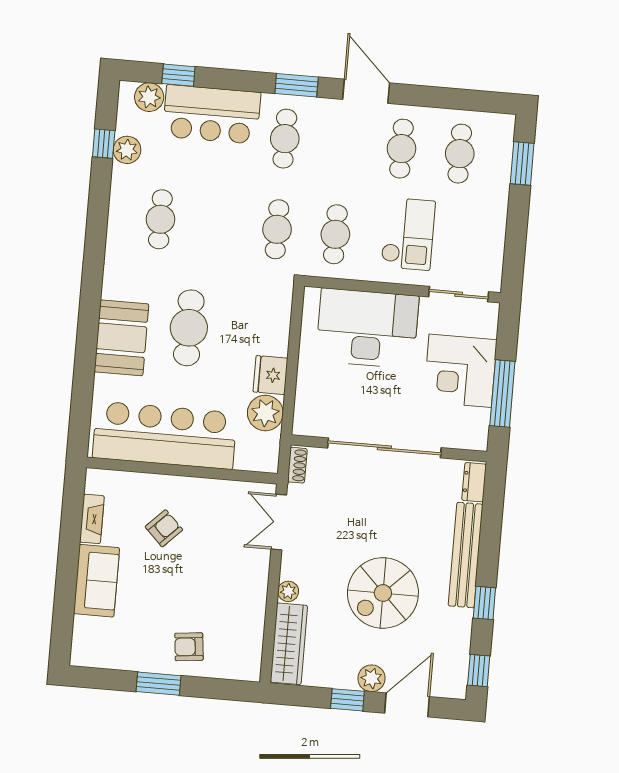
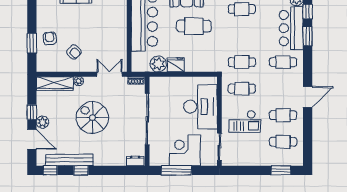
window: (297, 85) -> (308, 36), moved
armchair: (164, 528) -> (74, 52), moved
bench: (466, 555) -> (69, 160), moved
spiral stairs: (383, 593) -> (92, 118), moved
window: (159, 684) -> (32, 43), moved

